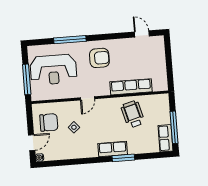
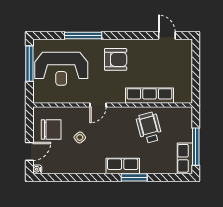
window: (27, 79) -> (29, 64), moved

